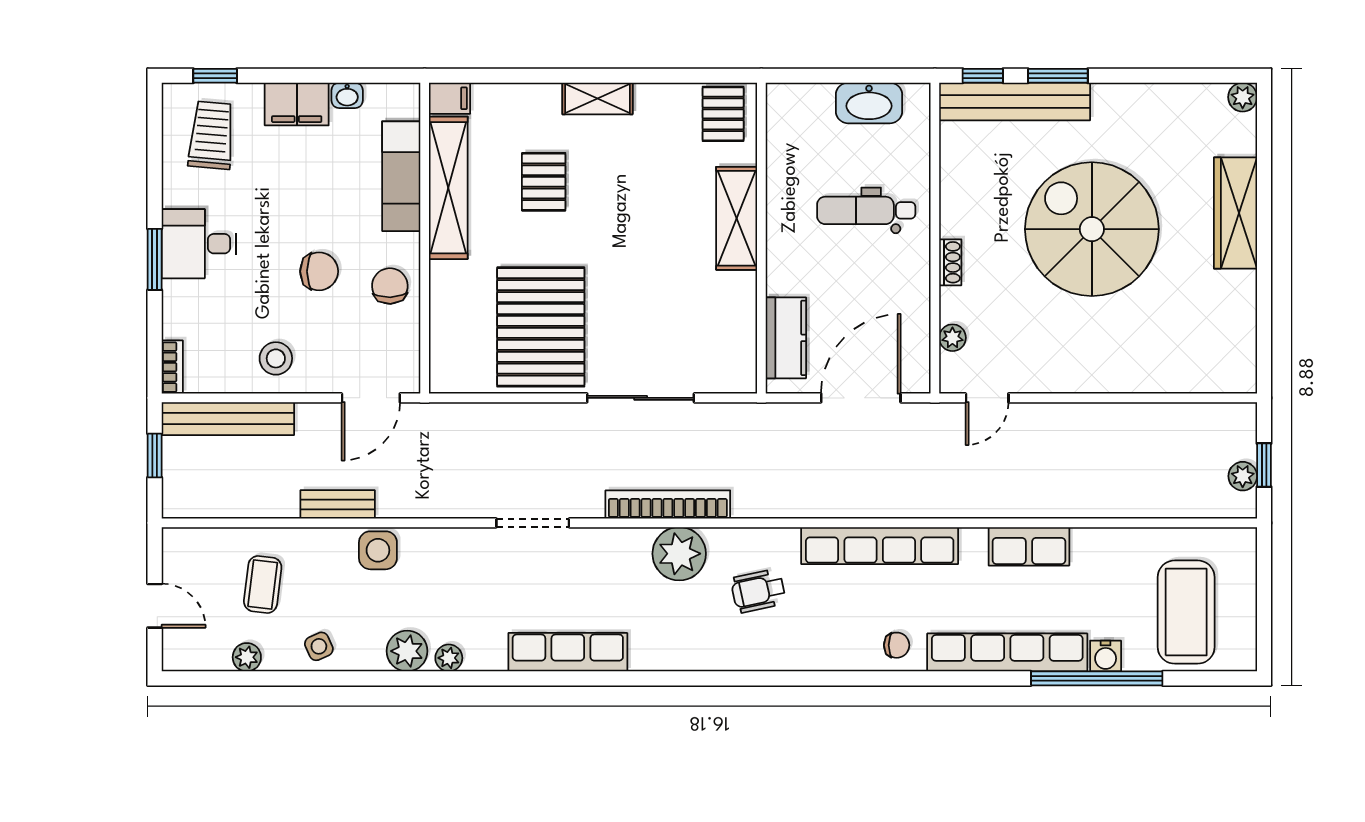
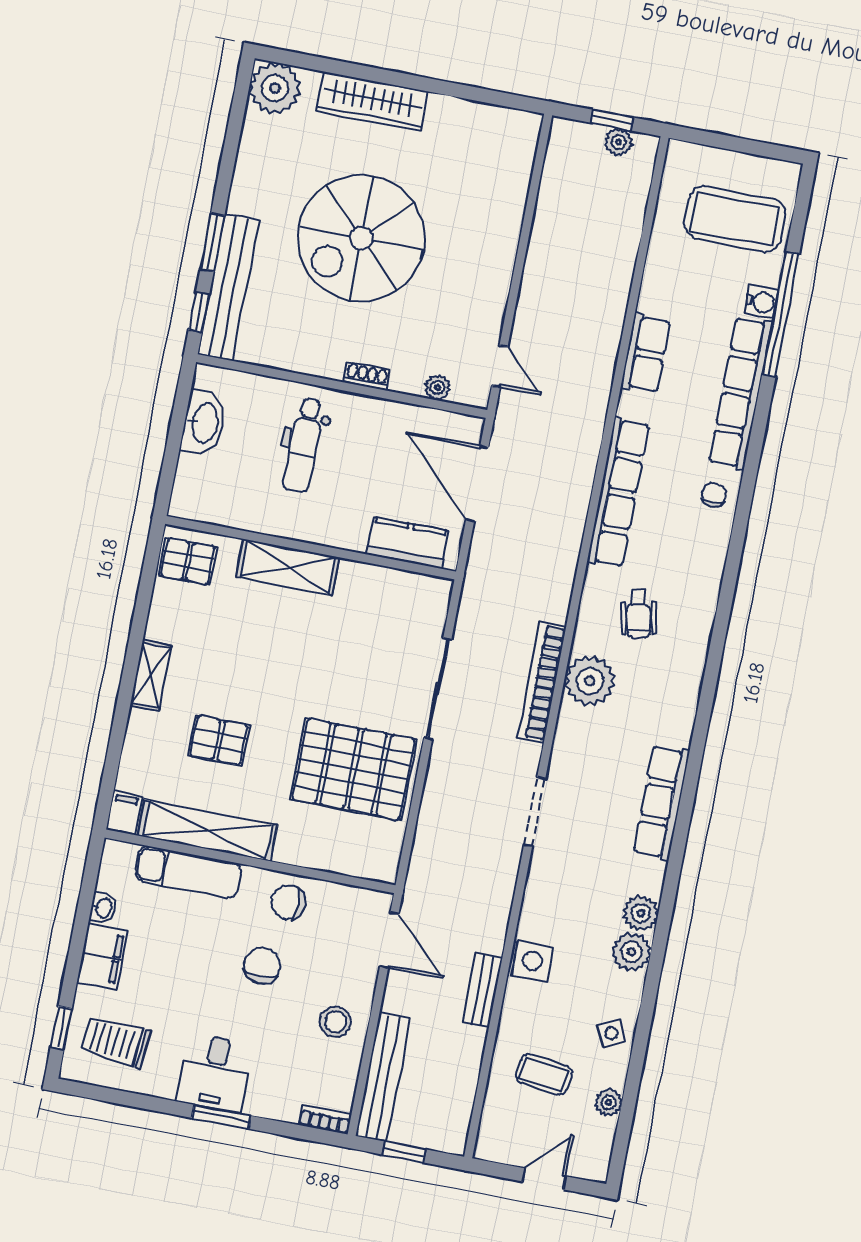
plant: (1243, 97) -> (275, 88), width x1.87, depth x1.87
plant: (449, 658) -> (641, 913), width x1.38, depth x1.38

